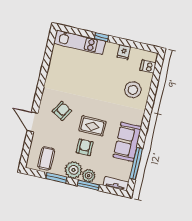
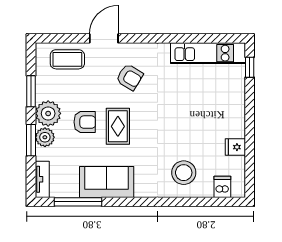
window: (101, 37) -> (250, 67), moved
kitchen unit: (80, 42) -> (208, 53), moved, turned -90
coffee table: (46, 158) -> (67, 59), moved

